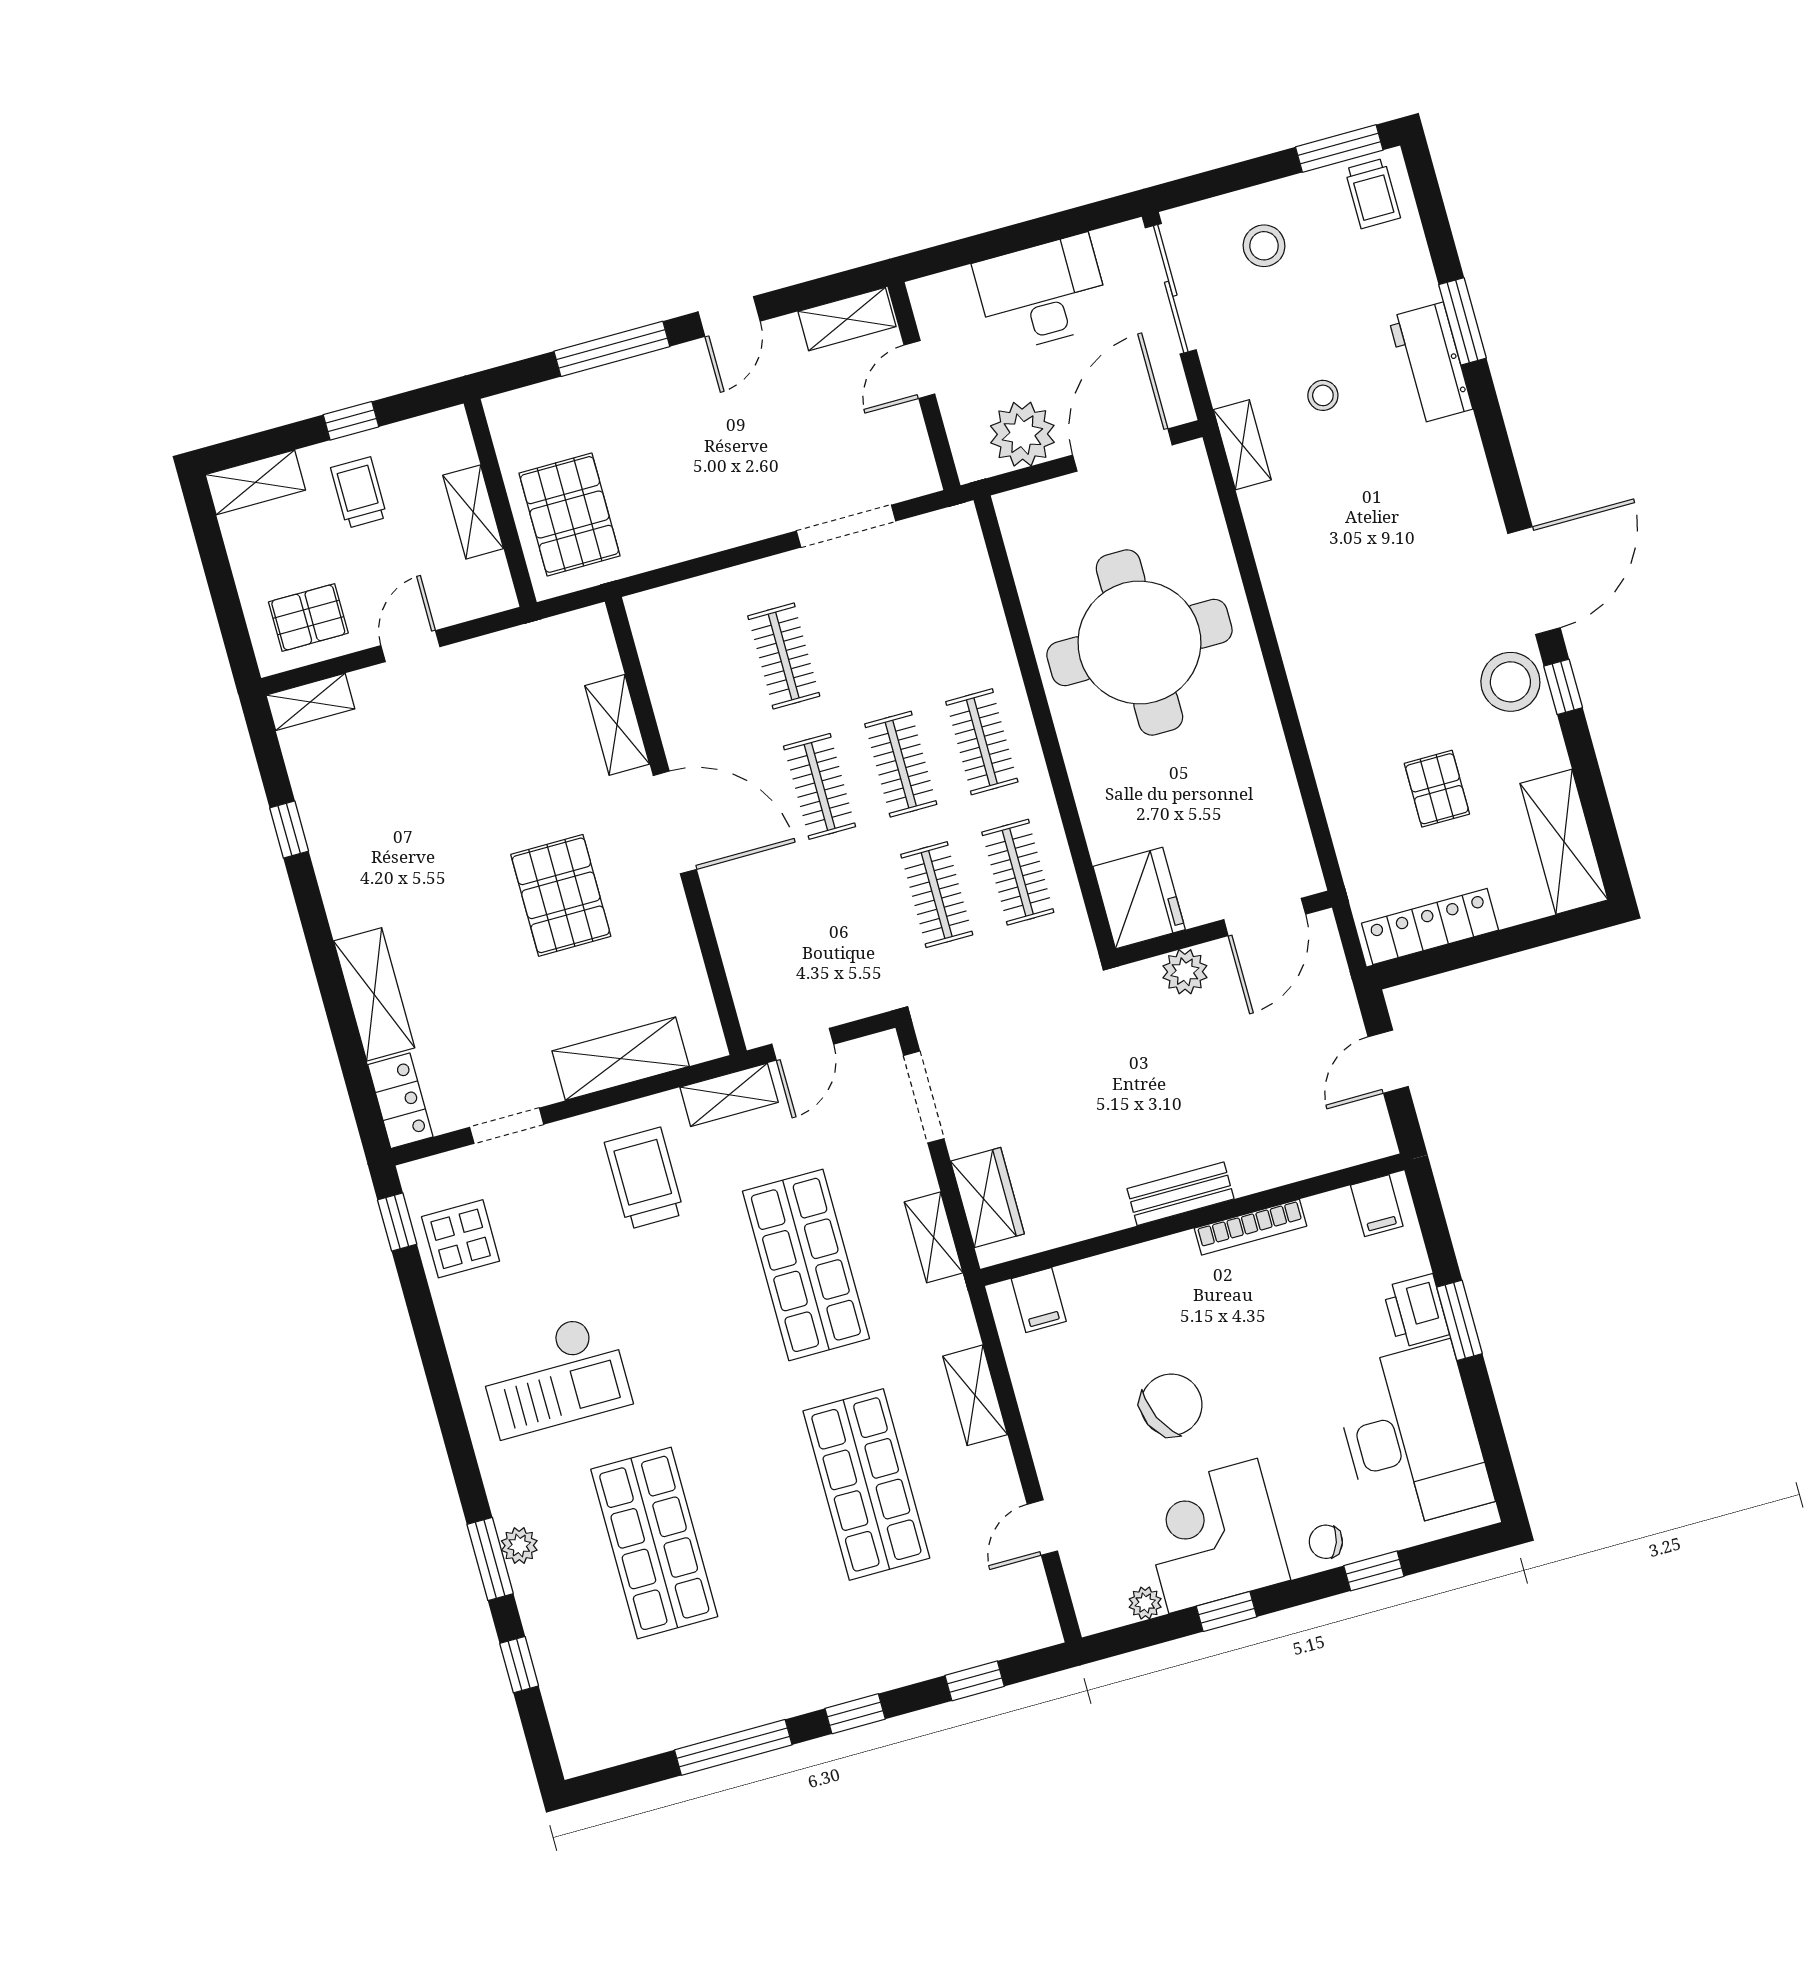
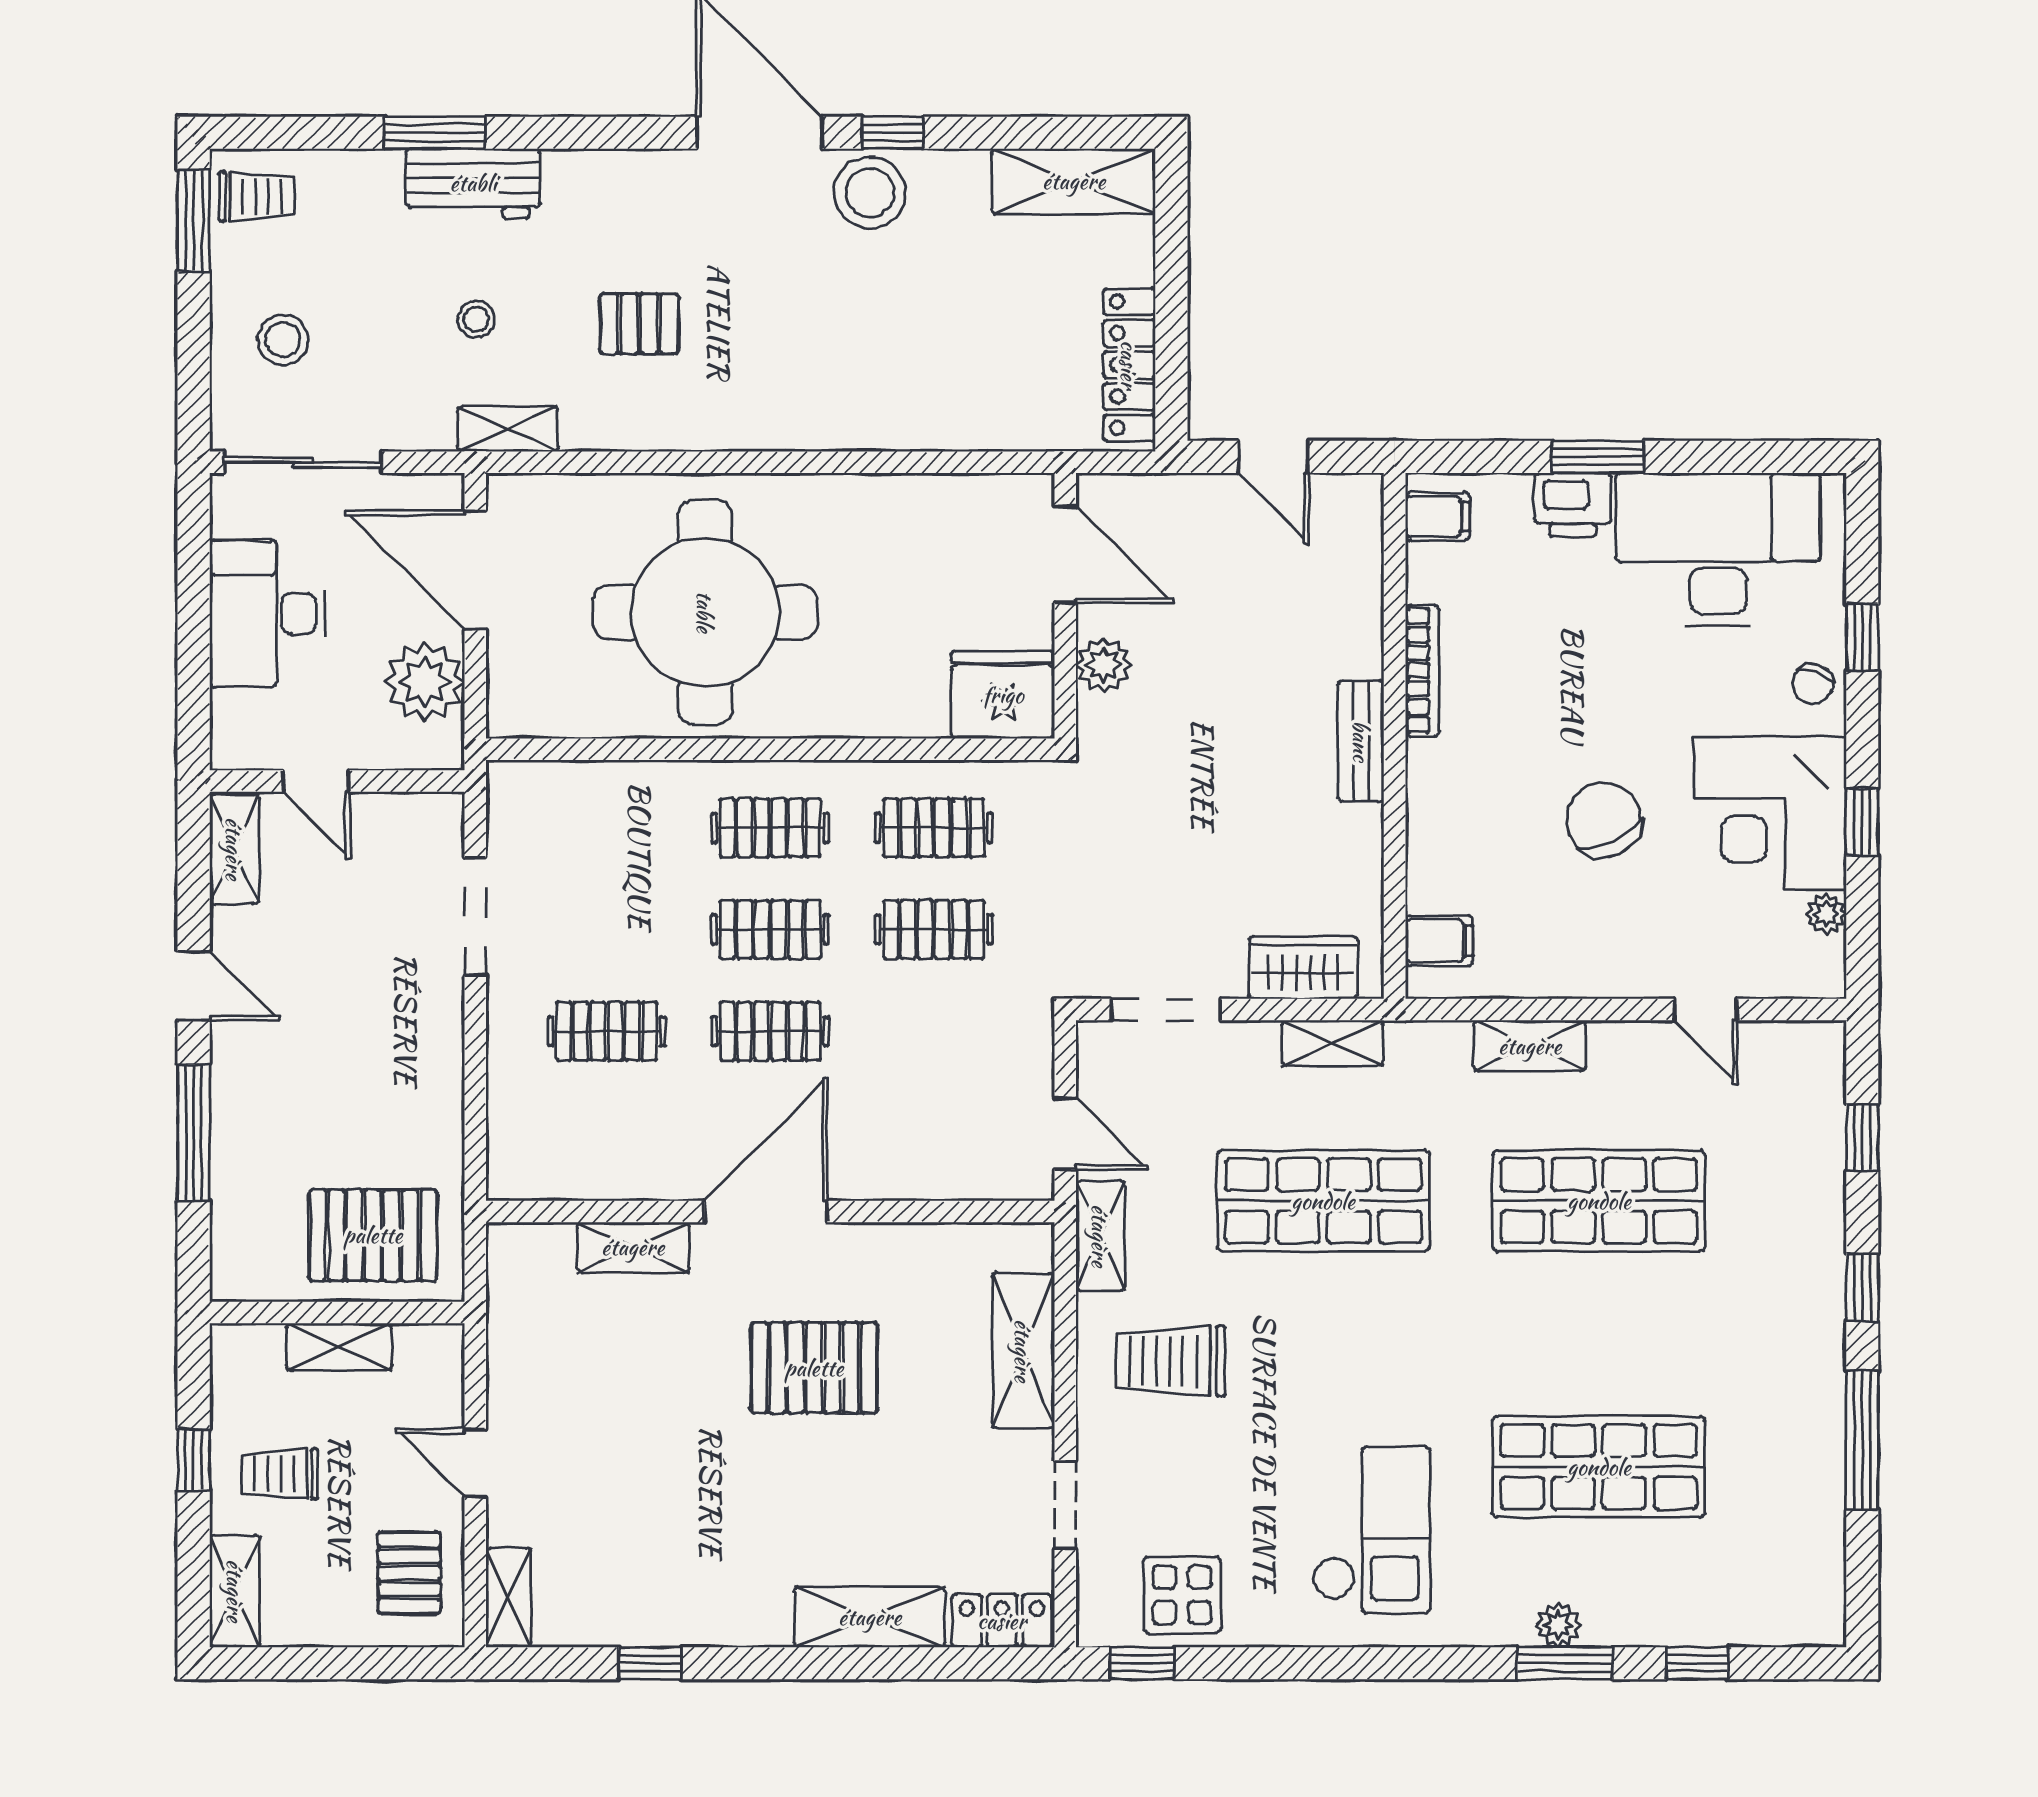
pallet: (1437, 789) -> (639, 324), moved

